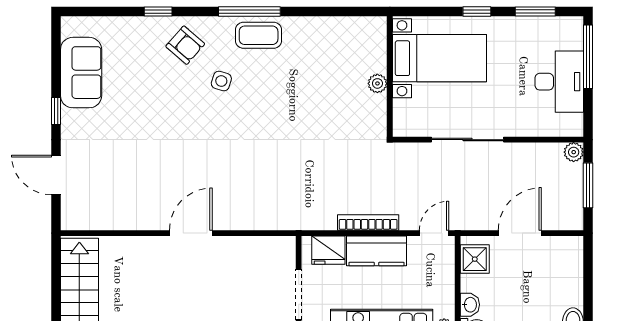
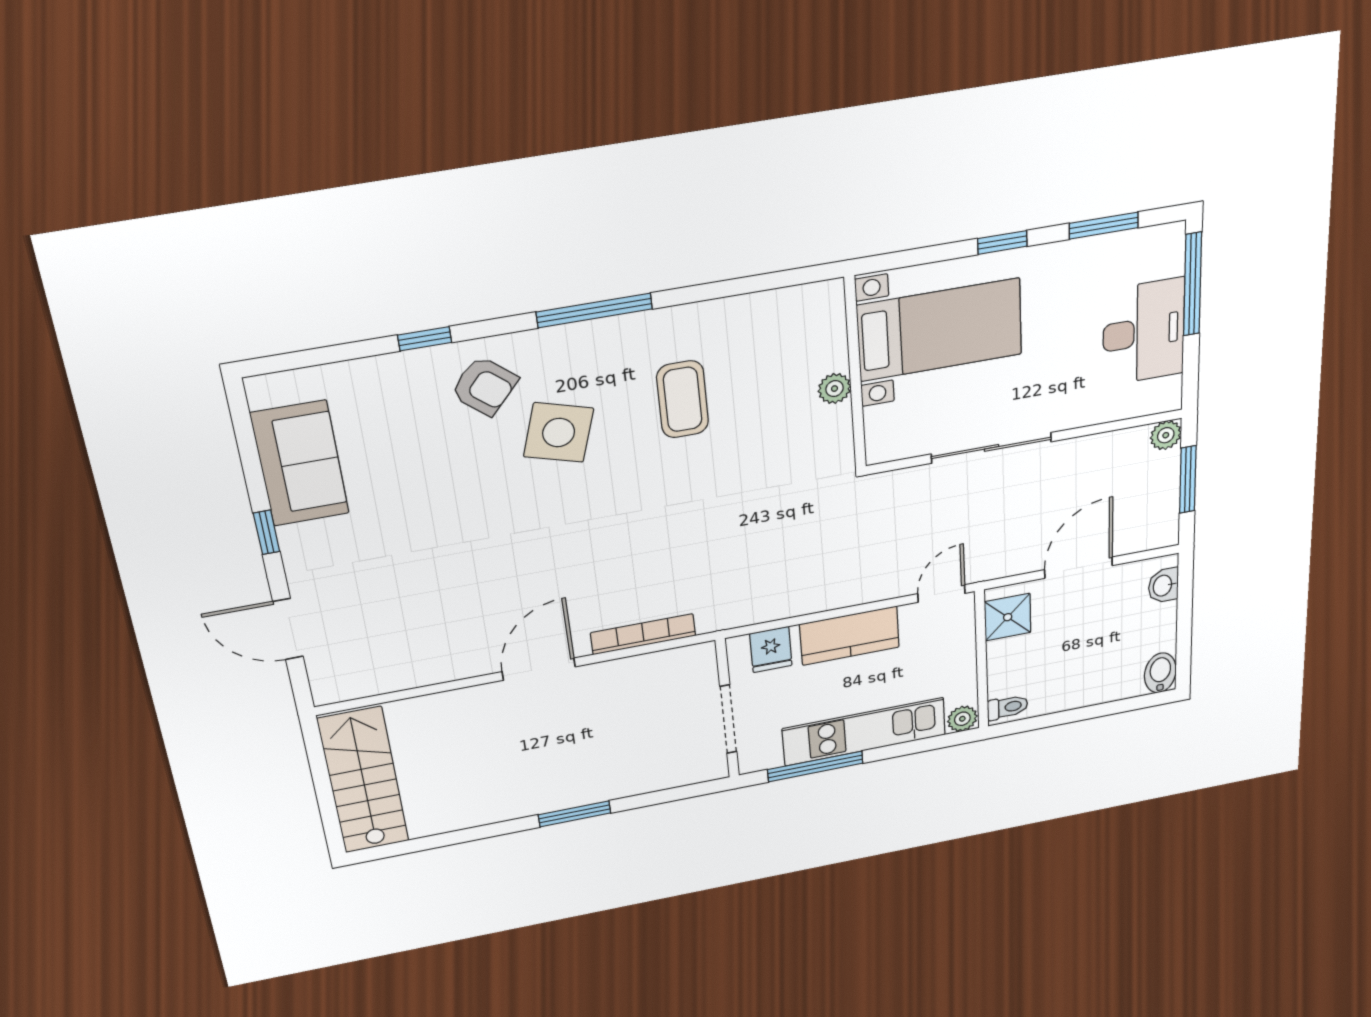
coffee table: (259, 35) -> (683, 399), moved, turned 90
side table: (221, 81) -> (559, 433), width x1.87, depth x1.87
bookcase: (368, 222) -> (643, 634), moved
fridge: (328, 250) -> (771, 650), width x0.72
washbasin: (470, 305) -> (1163, 585), moved, turned 180

